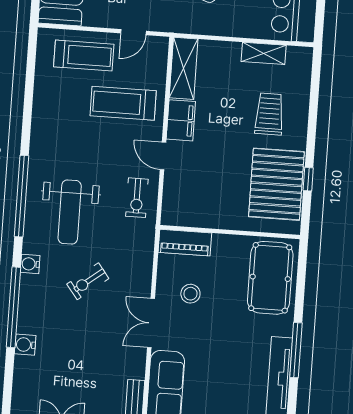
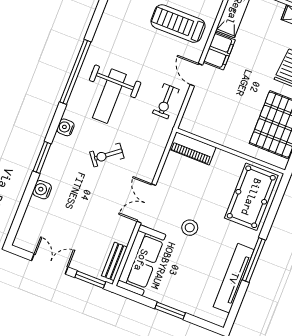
stool: (190, 294) -> (190, 228), moved
window: (14, 307) -> (42, 157), width x0.47

